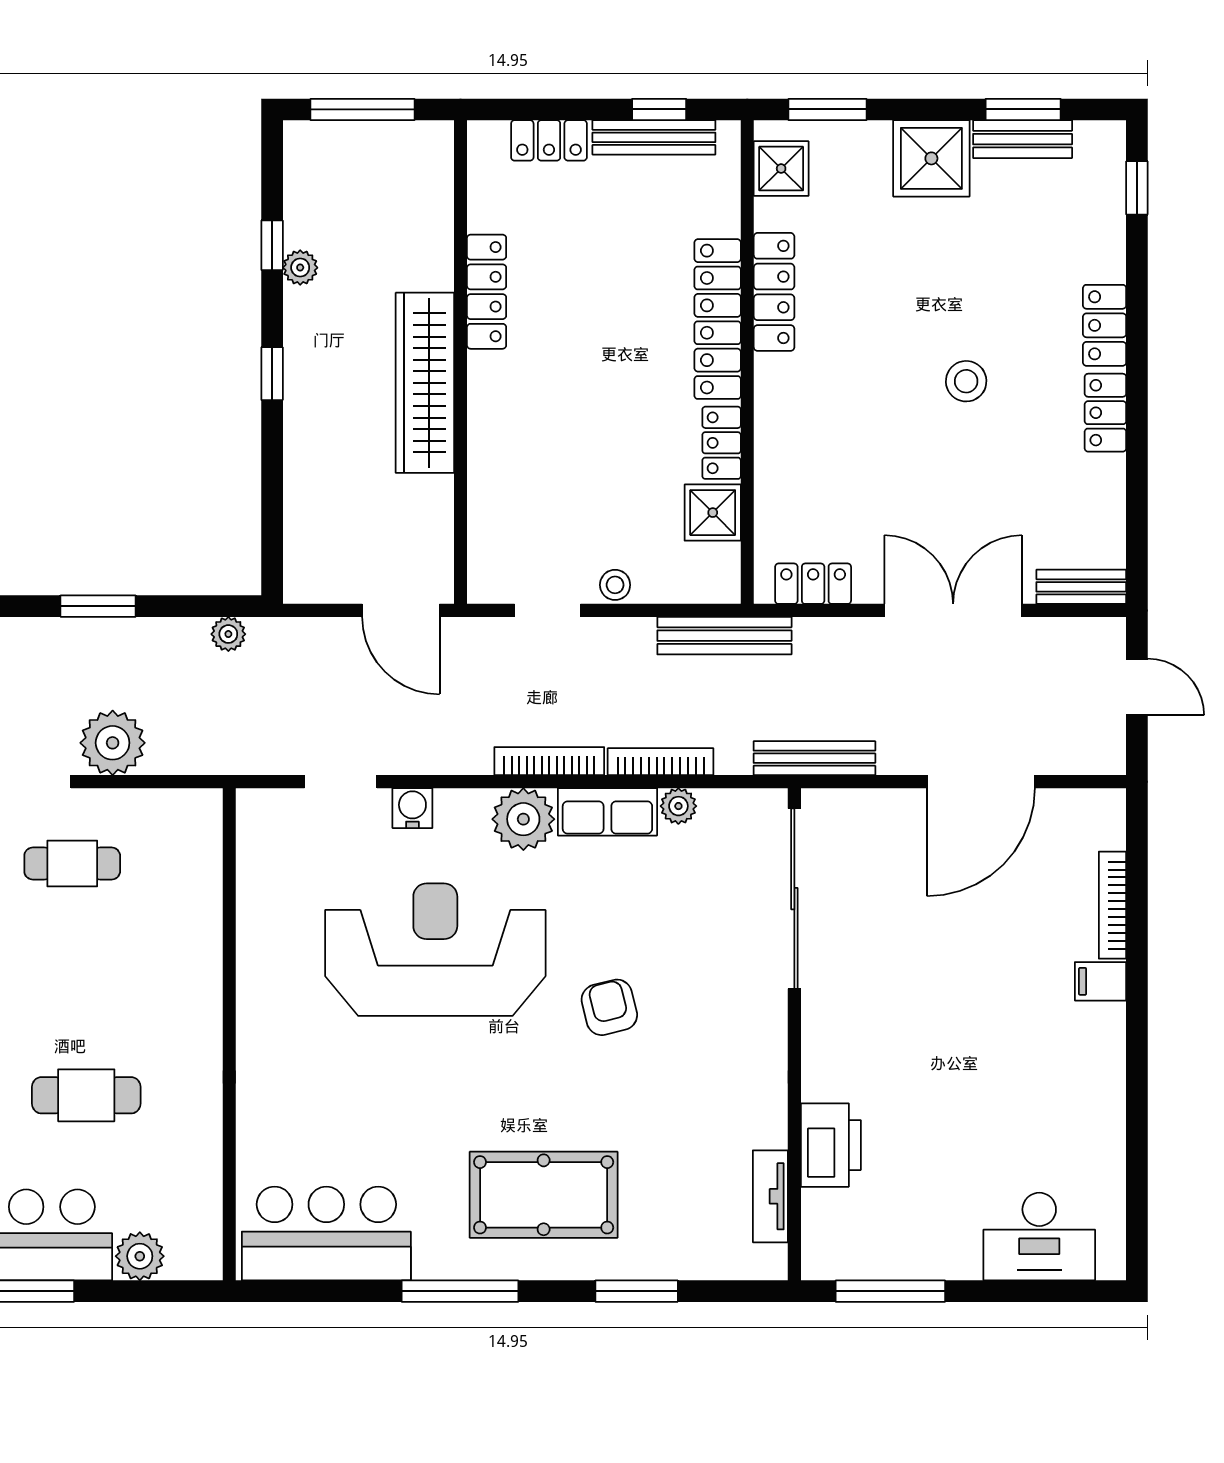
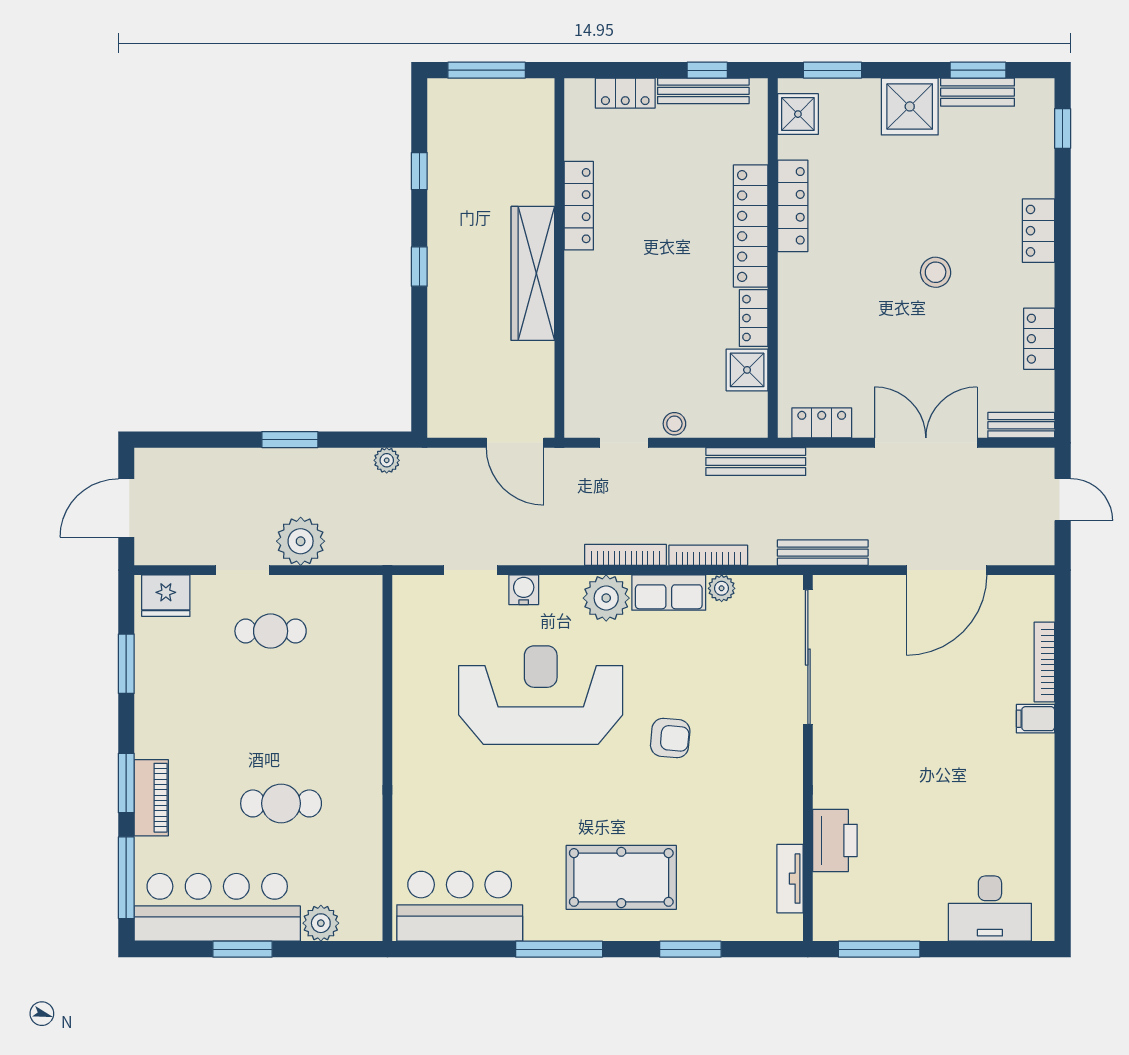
plant: (300, 268) -> (440, 188), removed
locker: (1105, 413) -> (1039, 339), moved
armchair: (609, 1007) -> (670, 738), turned 109

